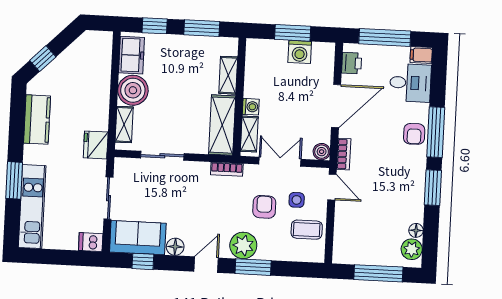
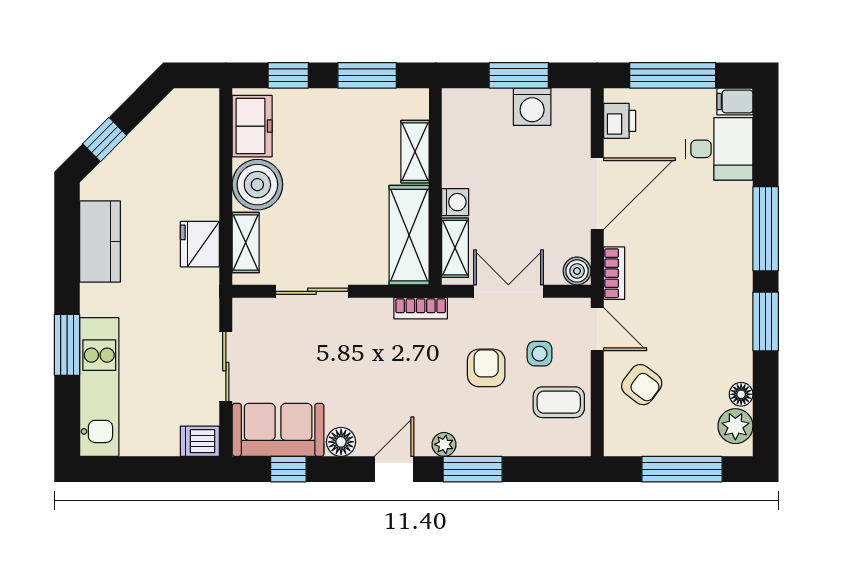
armchair: (414, 134) -> (642, 385), moved, turned -53
fridge: (96, 145) -> (200, 244), moved
plant: (243, 245) -> (444, 444), width x0.53, depth x0.53

